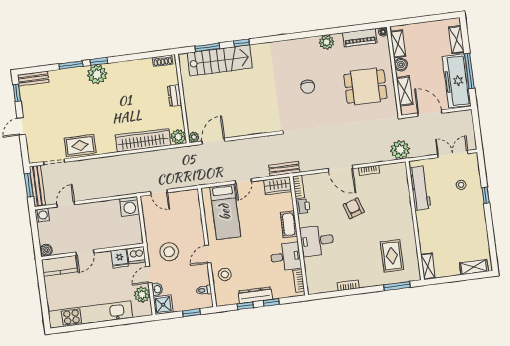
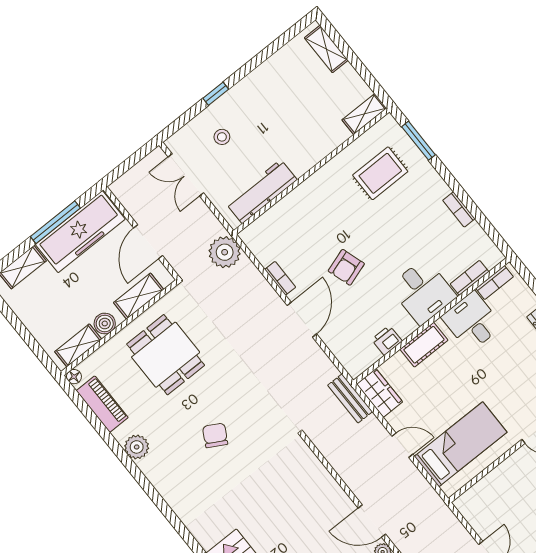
chair: (308, 87) -> (215, 435), turned -61
bookcase: (298, 187) -> (469, 278), moved

